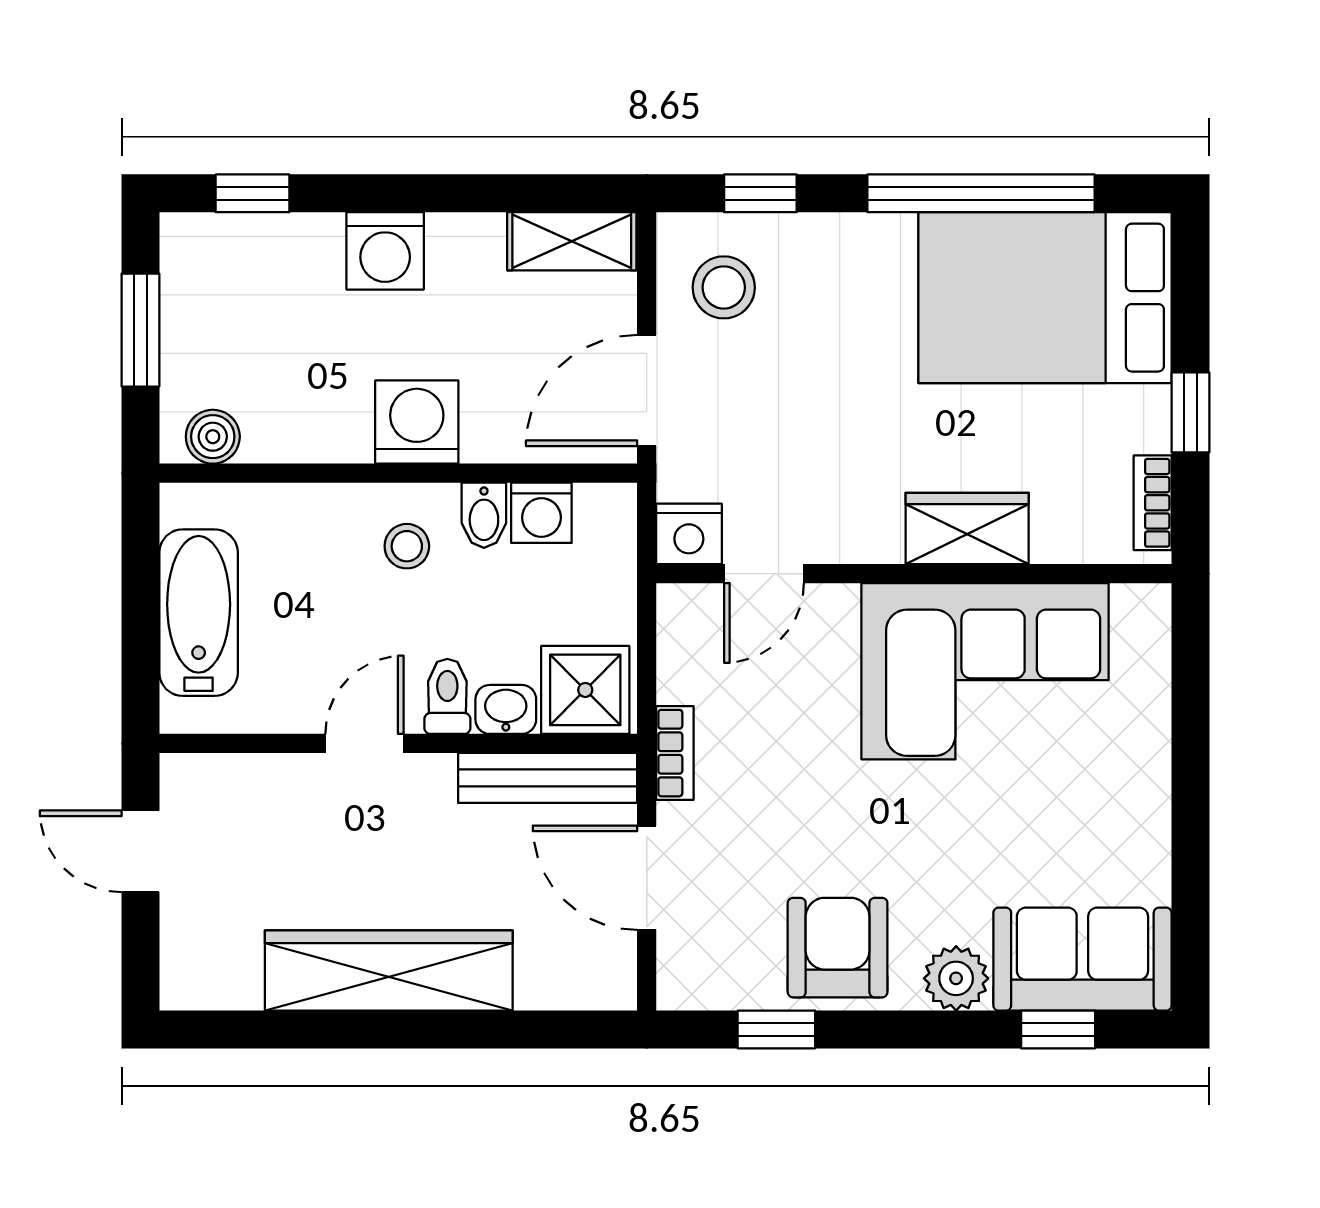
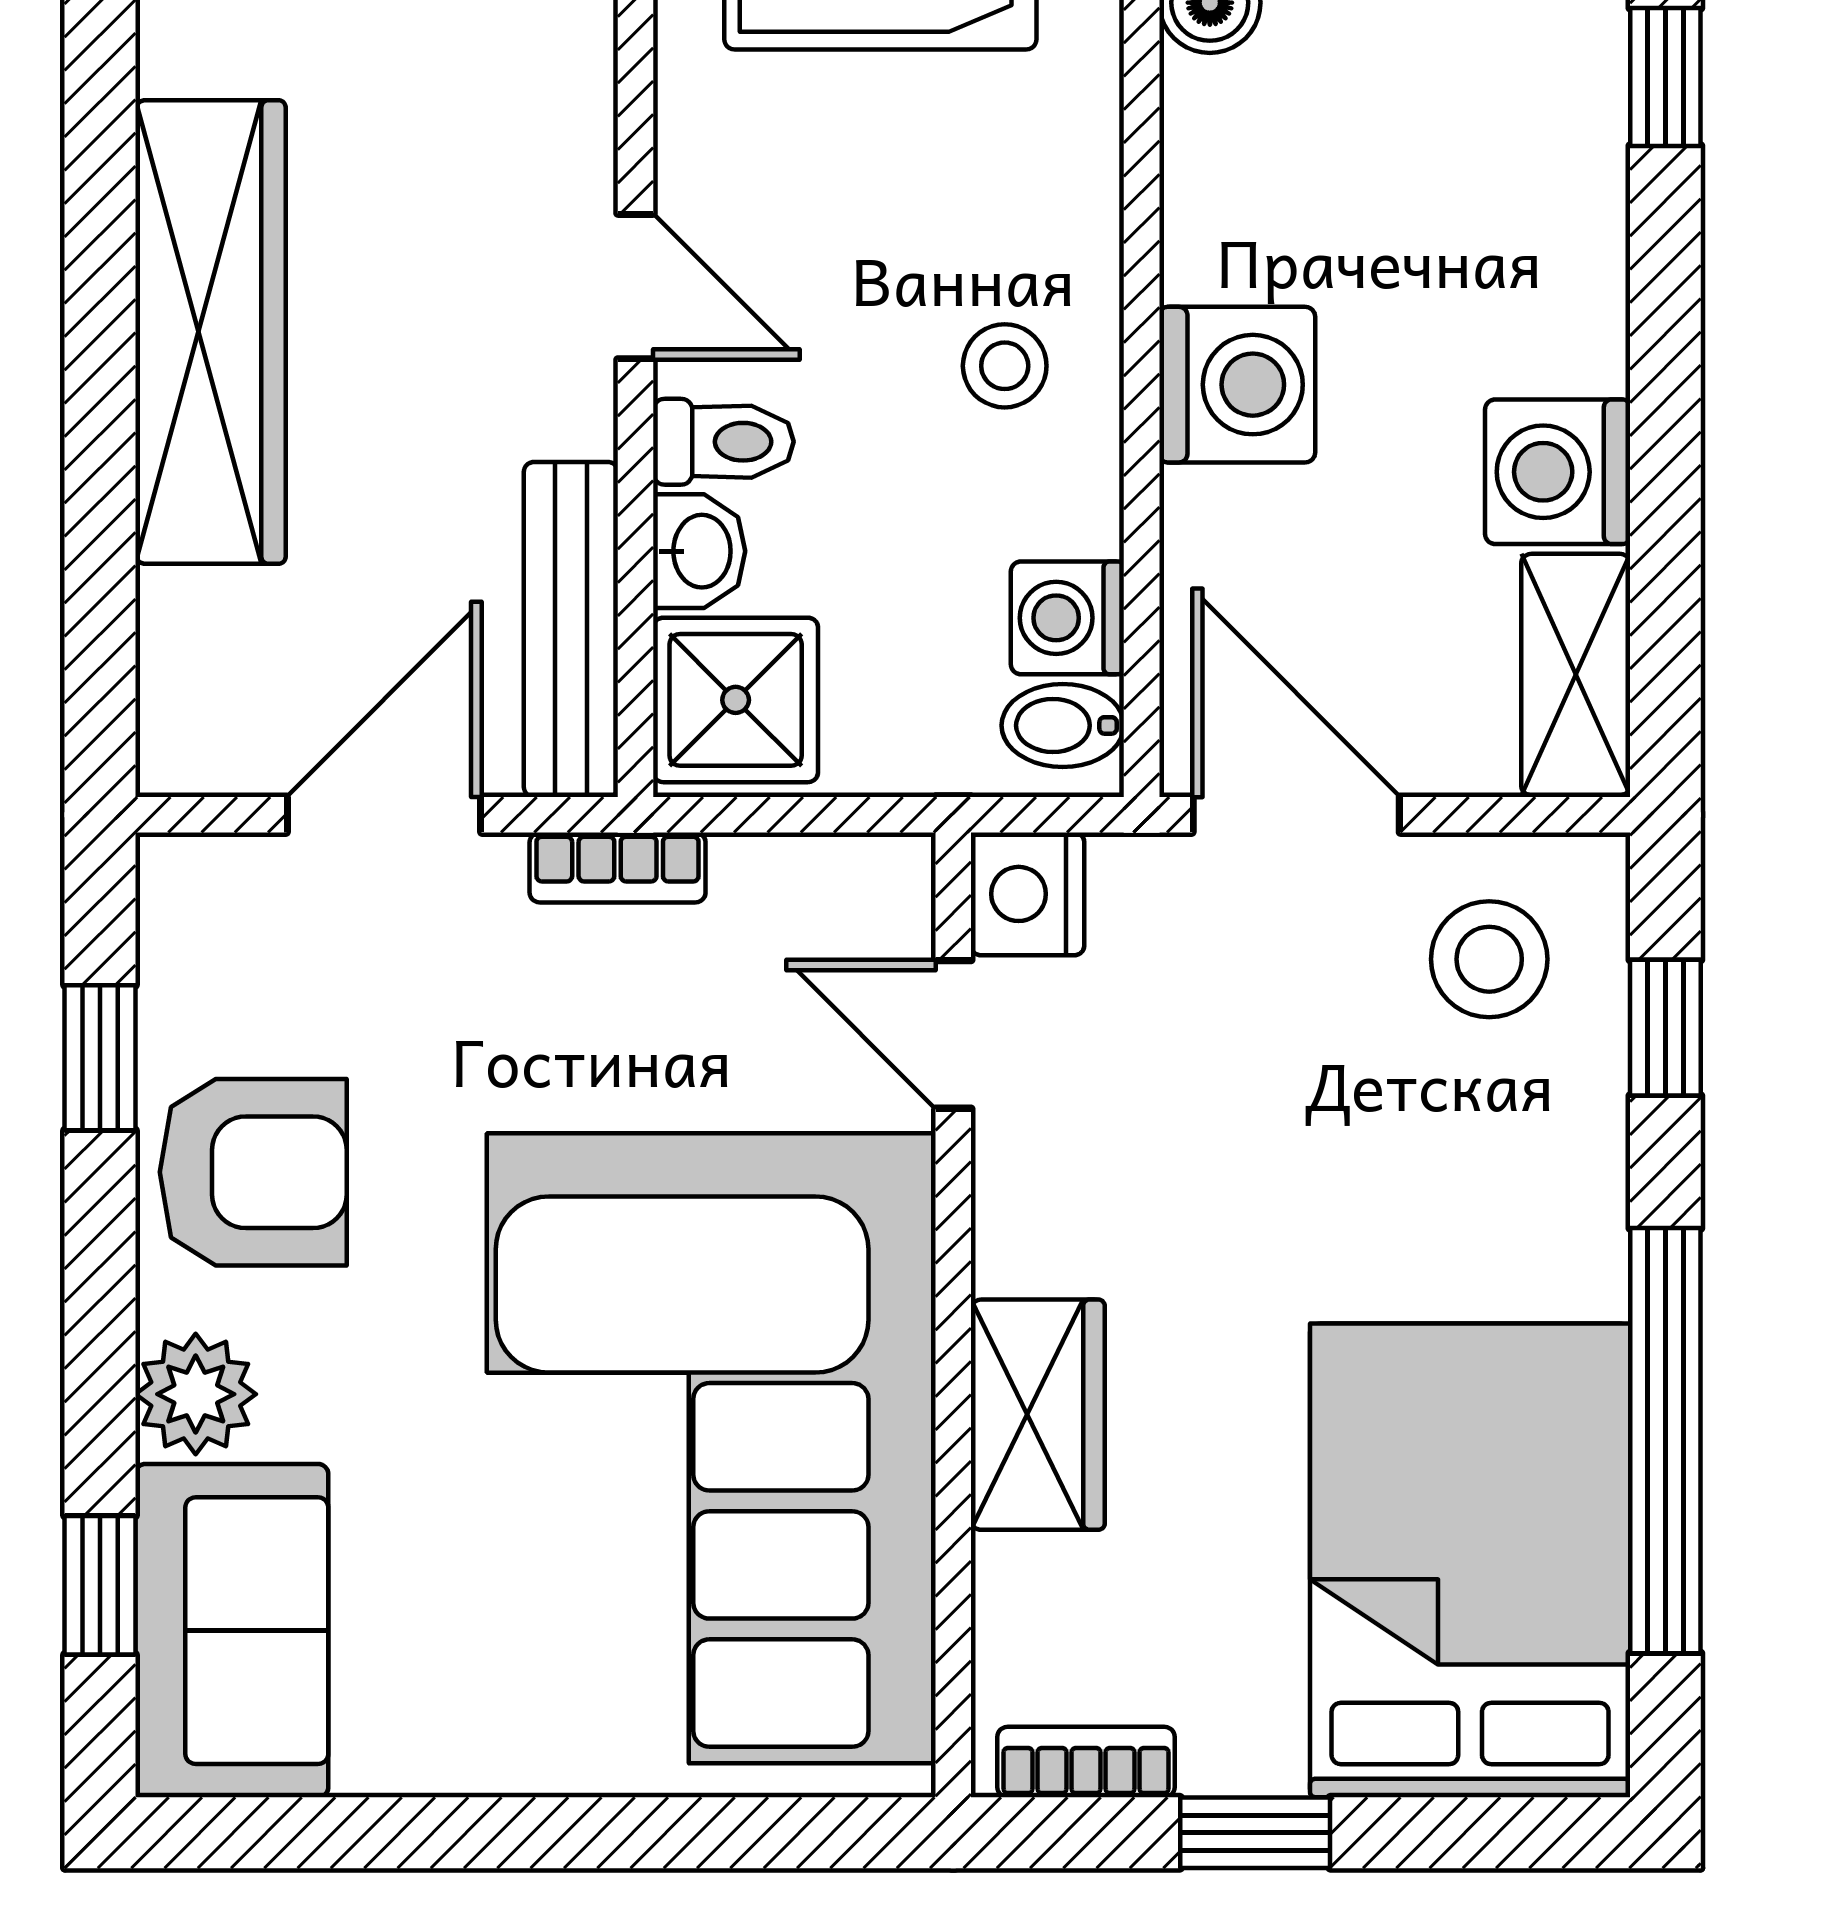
washing machine: (385, 251) -> (1558, 472), moved
bidet: (484, 515) -> (1063, 725), moved
corner sofa: (985, 671) -> (711, 1448), width x1.36, depth x1.36

